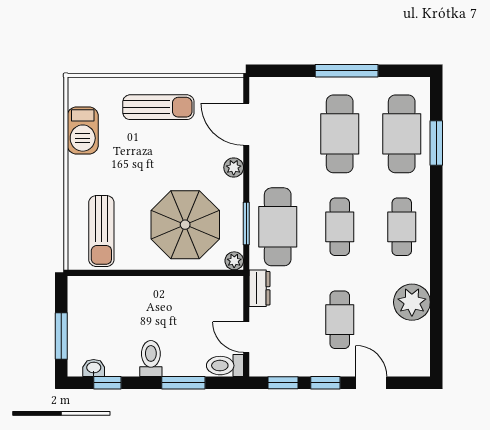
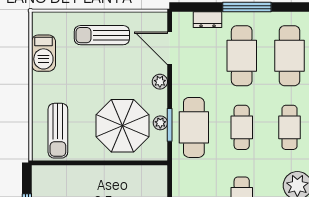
sun lounger: (158, 107) -> (102, 35), turned 180
plant: (234, 261) -> (160, 123), moved
dresser: (259, 288) -> (208, 20), moved, turned 90

